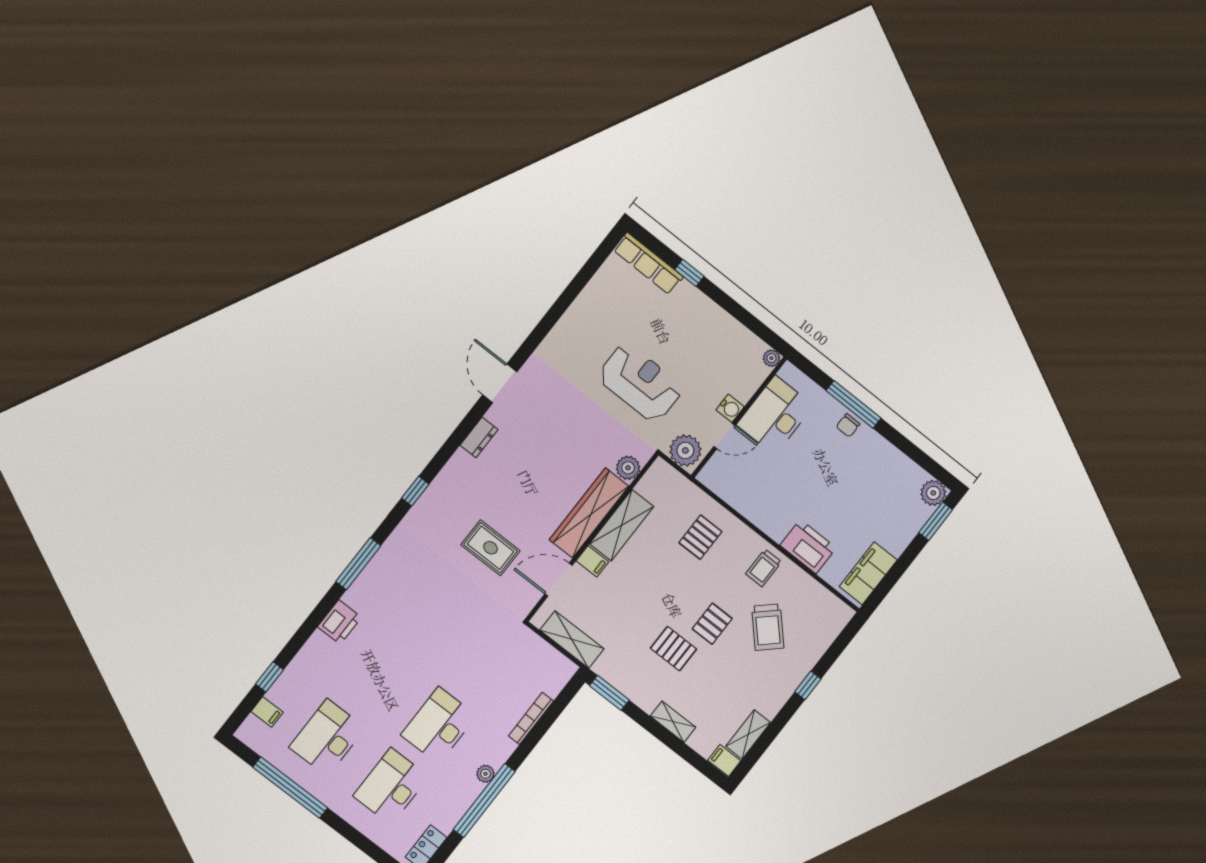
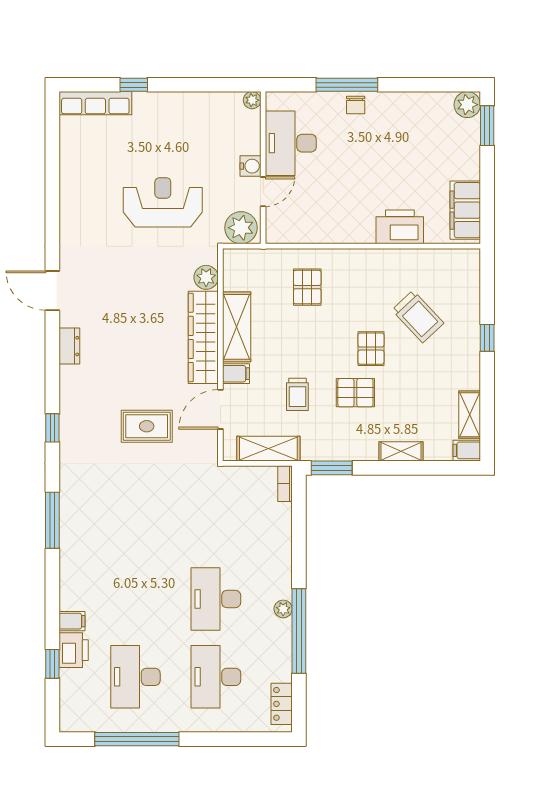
trolley: (764, 568) -> (297, 394), moved
printer: (339, 622) -> (74, 650), moved
filing cabinet: (267, 712) -> (72, 621), moved
bookcase: (531, 718) -> (285, 484), moved, width x0.64

